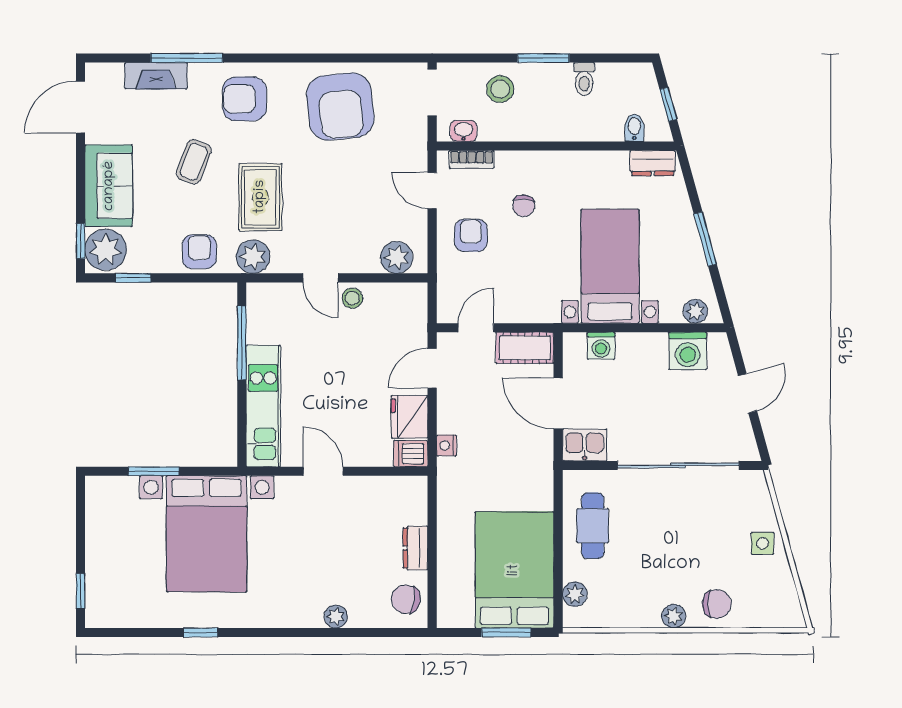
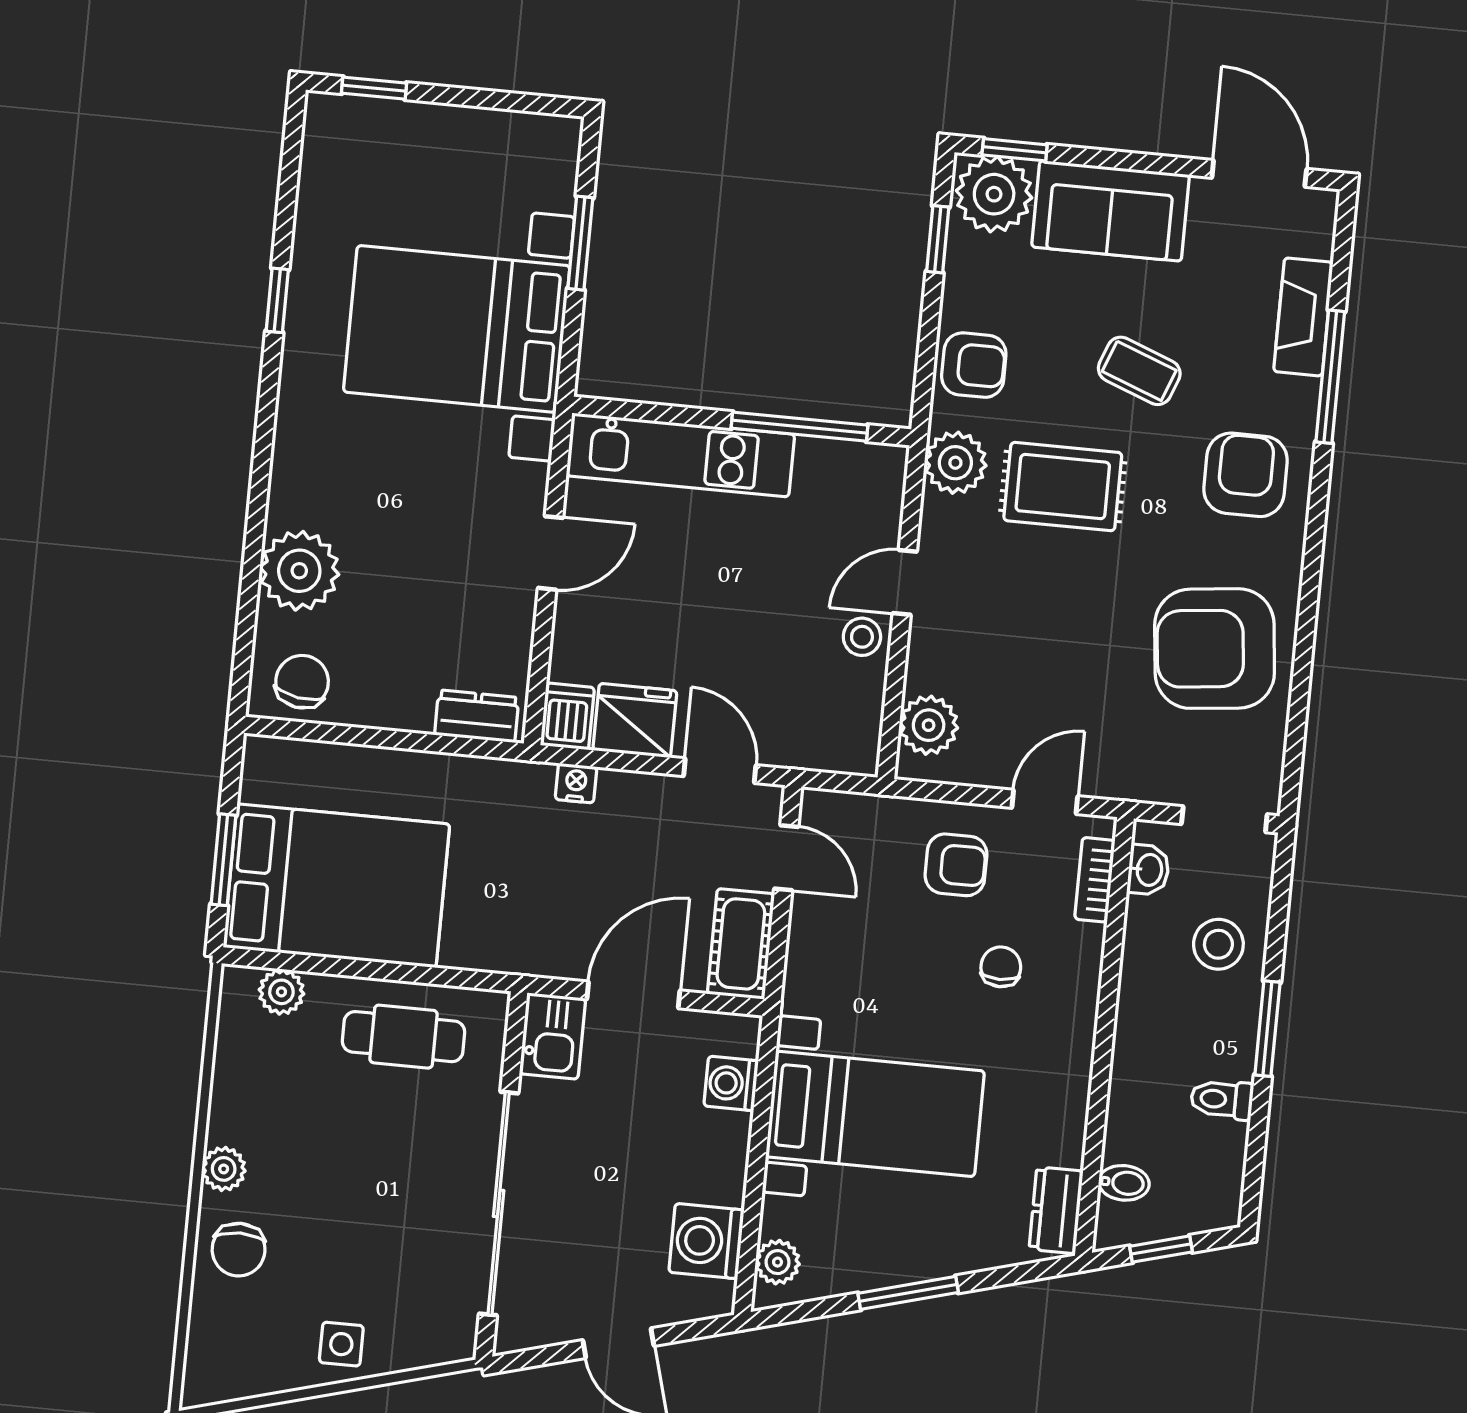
chair: (524, 206) -> (1001, 967), turned 85
dresser: (415, 548) -> (477, 716), moved
plant: (336, 617) -> (299, 571), width x1.88, depth x1.88

